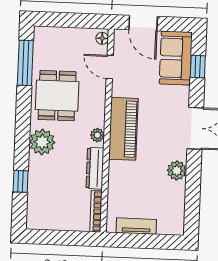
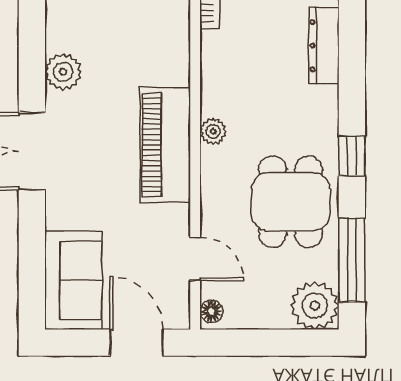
window: (198, 67) -> (32, 266), removed
plant: (42, 142) -> (315, 306), moved
dresser: (95, 168) -> (324, 46), moved, turned 180
window: (21, 181) -> (352, 156), moved

